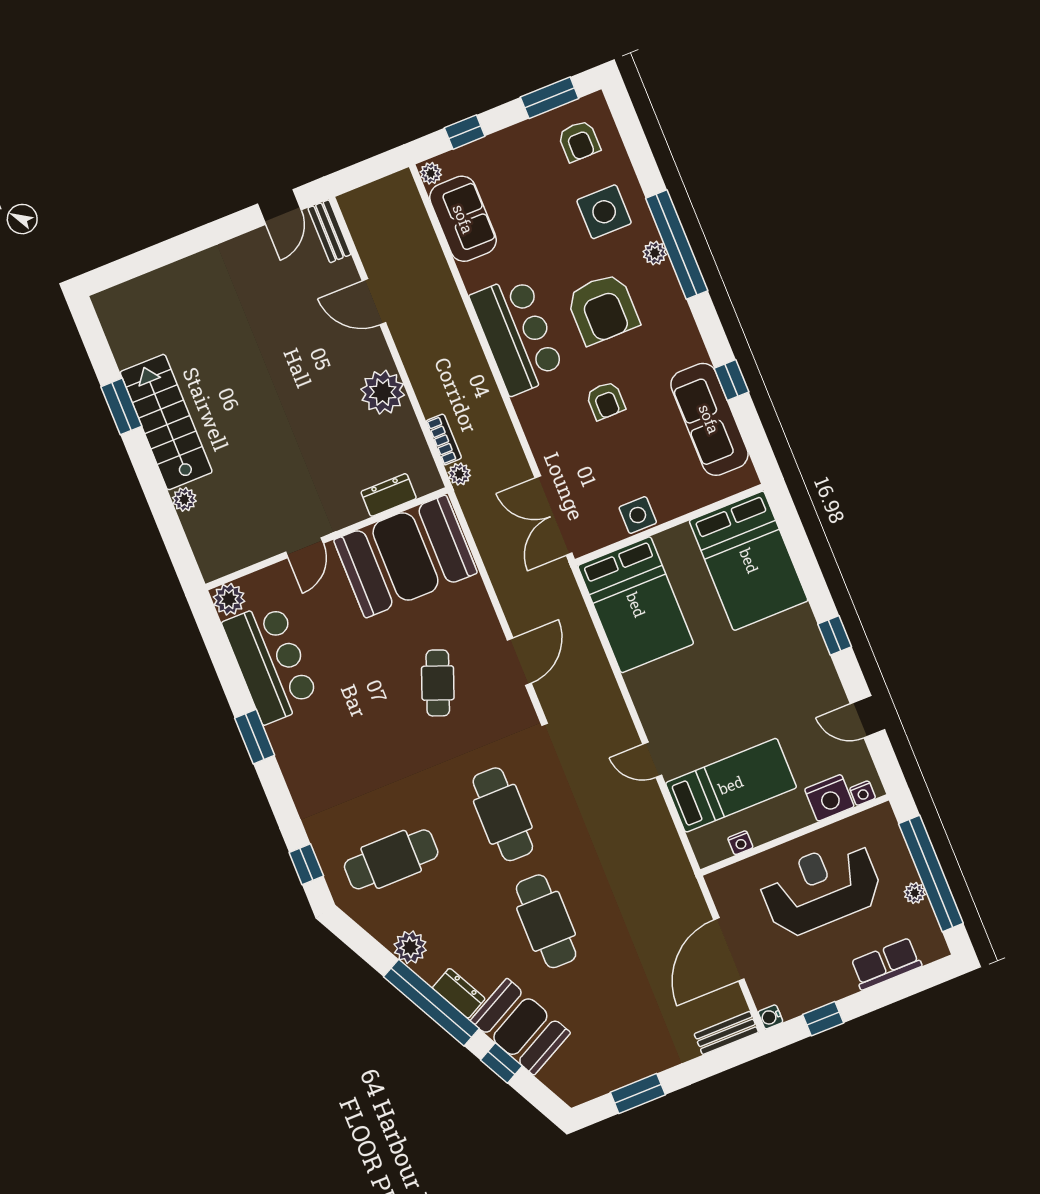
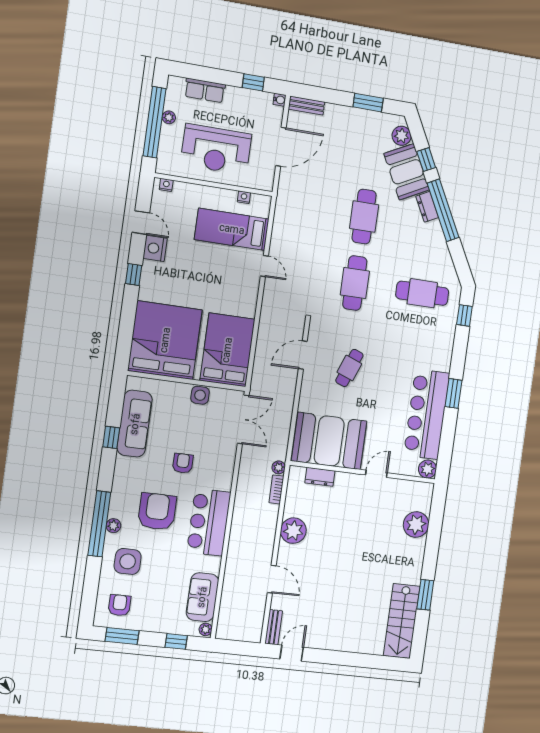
stairs: (166, 422) -> (402, 621), moved
plant: (184, 499) -> (416, 525), width x1.87, depth x1.87
bed: (749, 561) -> (165, 340), width x1.36
bar counter: (271, 662) -> (427, 414), width x1.36
nightstand: (829, 798) -> (155, 248), moved, turned -90
plant: (410, 947) -> (402, 136), moved

